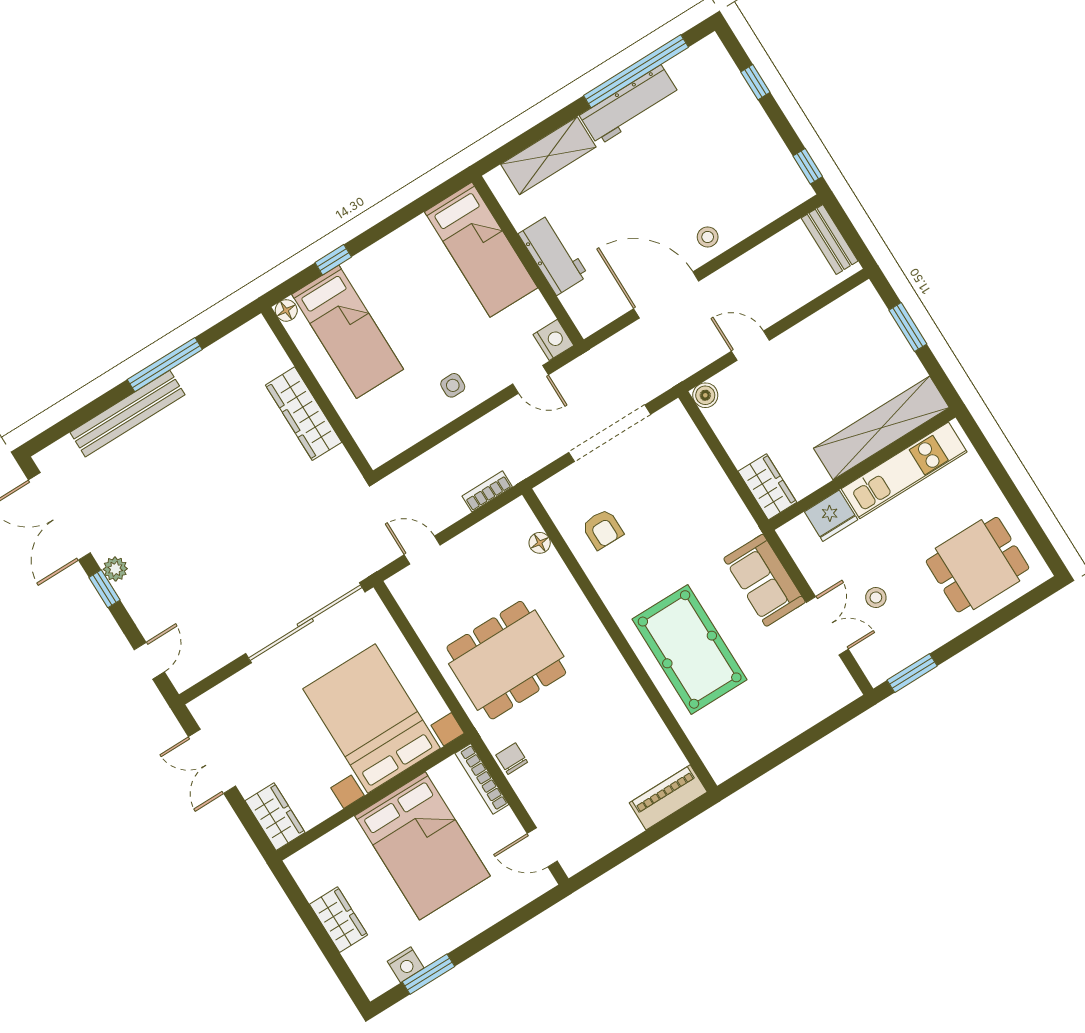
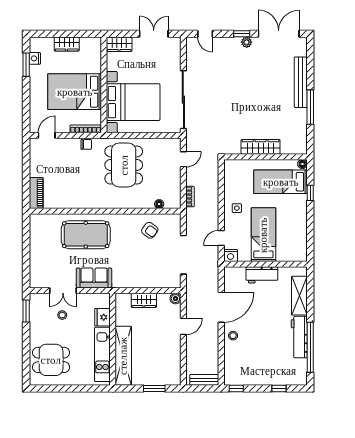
bed: (481, 250) -> (263, 235), moved, turned 90
wardrobe: (767, 487) -> (144, 300), moved
armchair: (603, 529) -> (150, 230), turned -143
dining table: (978, 565) -> (51, 360), turned 90

